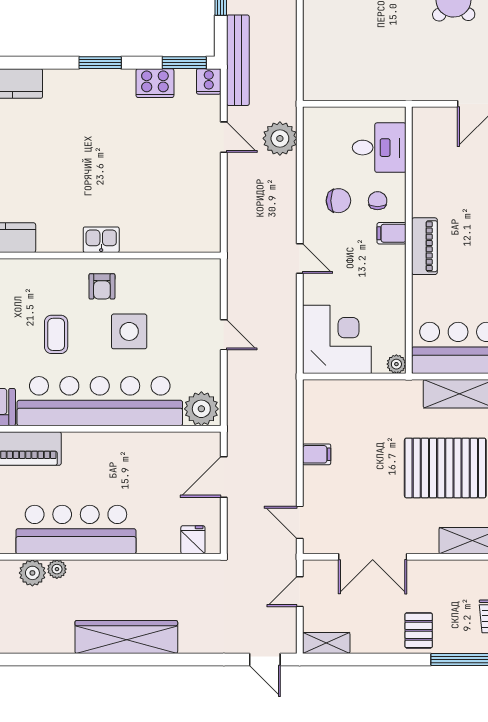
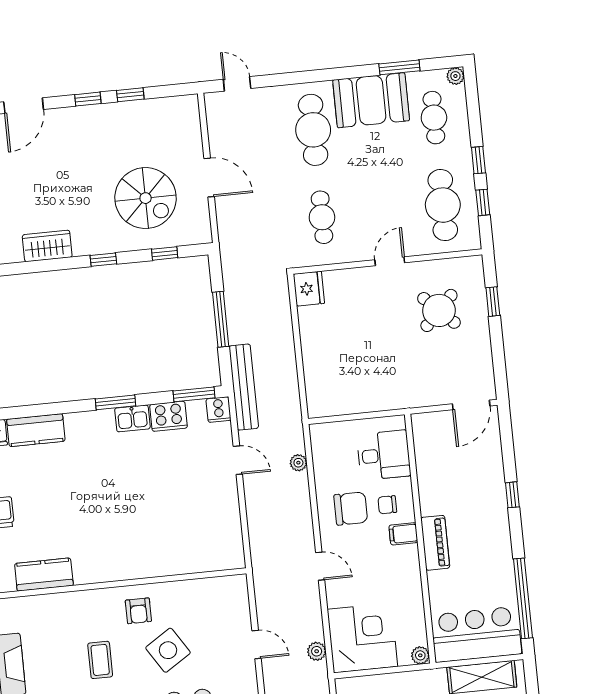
plant: (280, 138) -> (298, 463), width x0.53, depth x0.53
chair: (338, 201) -> (351, 509), width x1.37, depth x1.37
chair: (378, 201) -> (387, 505), turned -90
kitchen sink: (101, 240) -> (132, 418), moved, turned 180
side table: (129, 331) -> (168, 650), turned -33
plant: (287, 349) -> (317, 651), added

